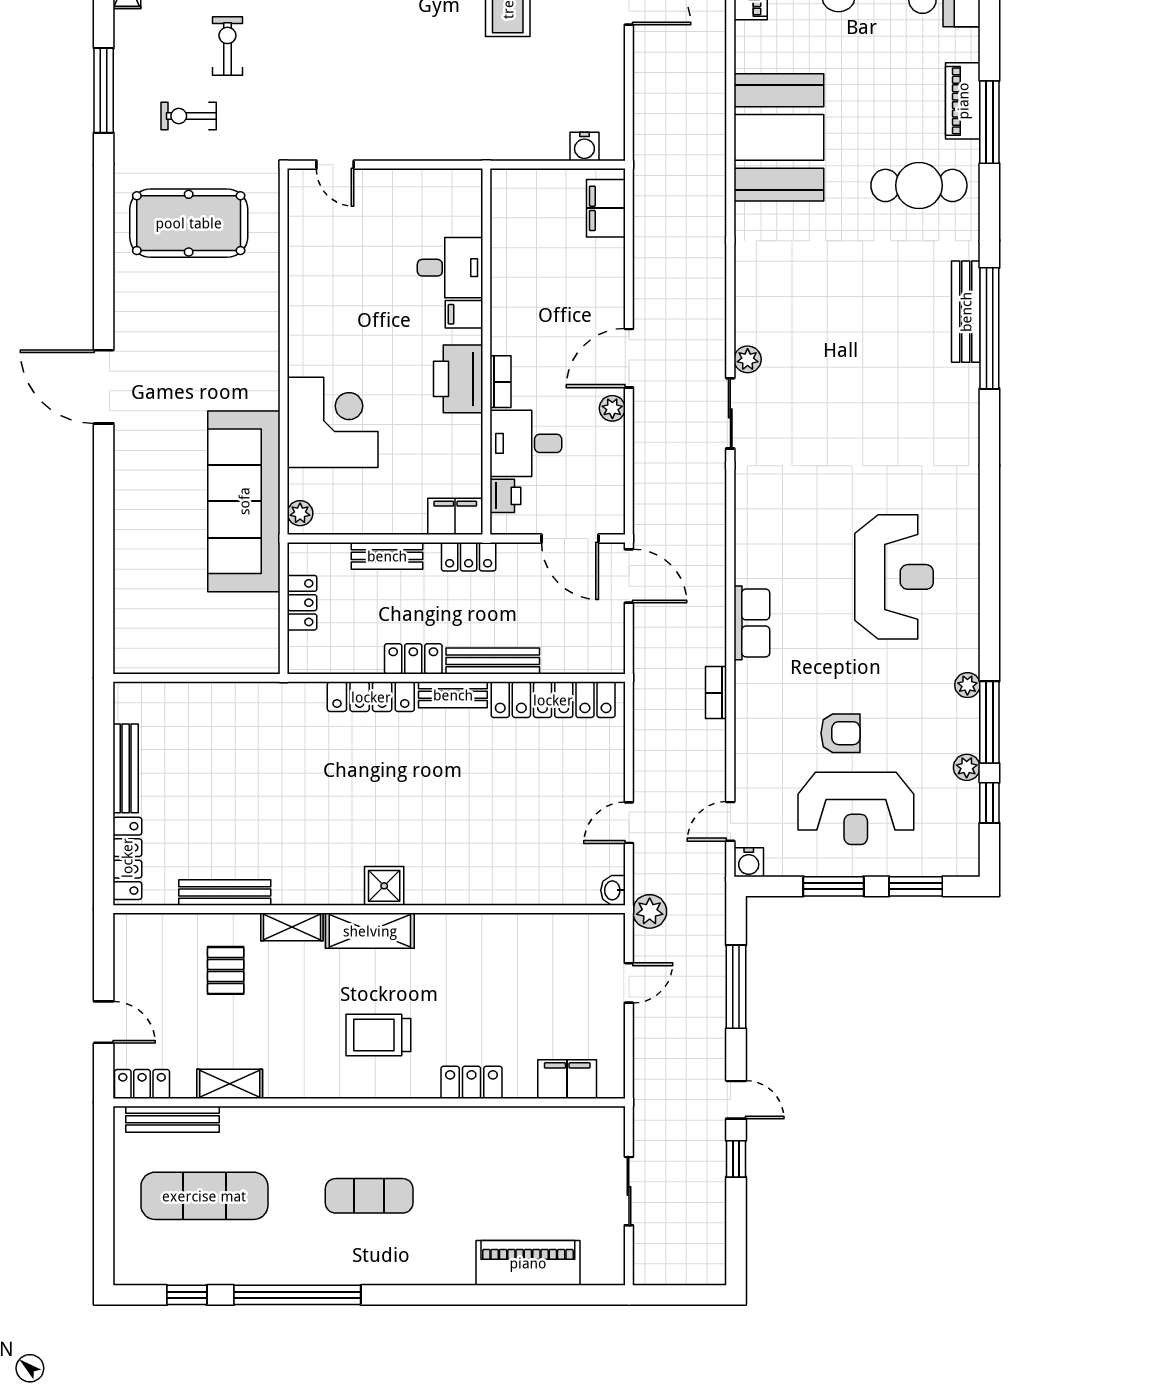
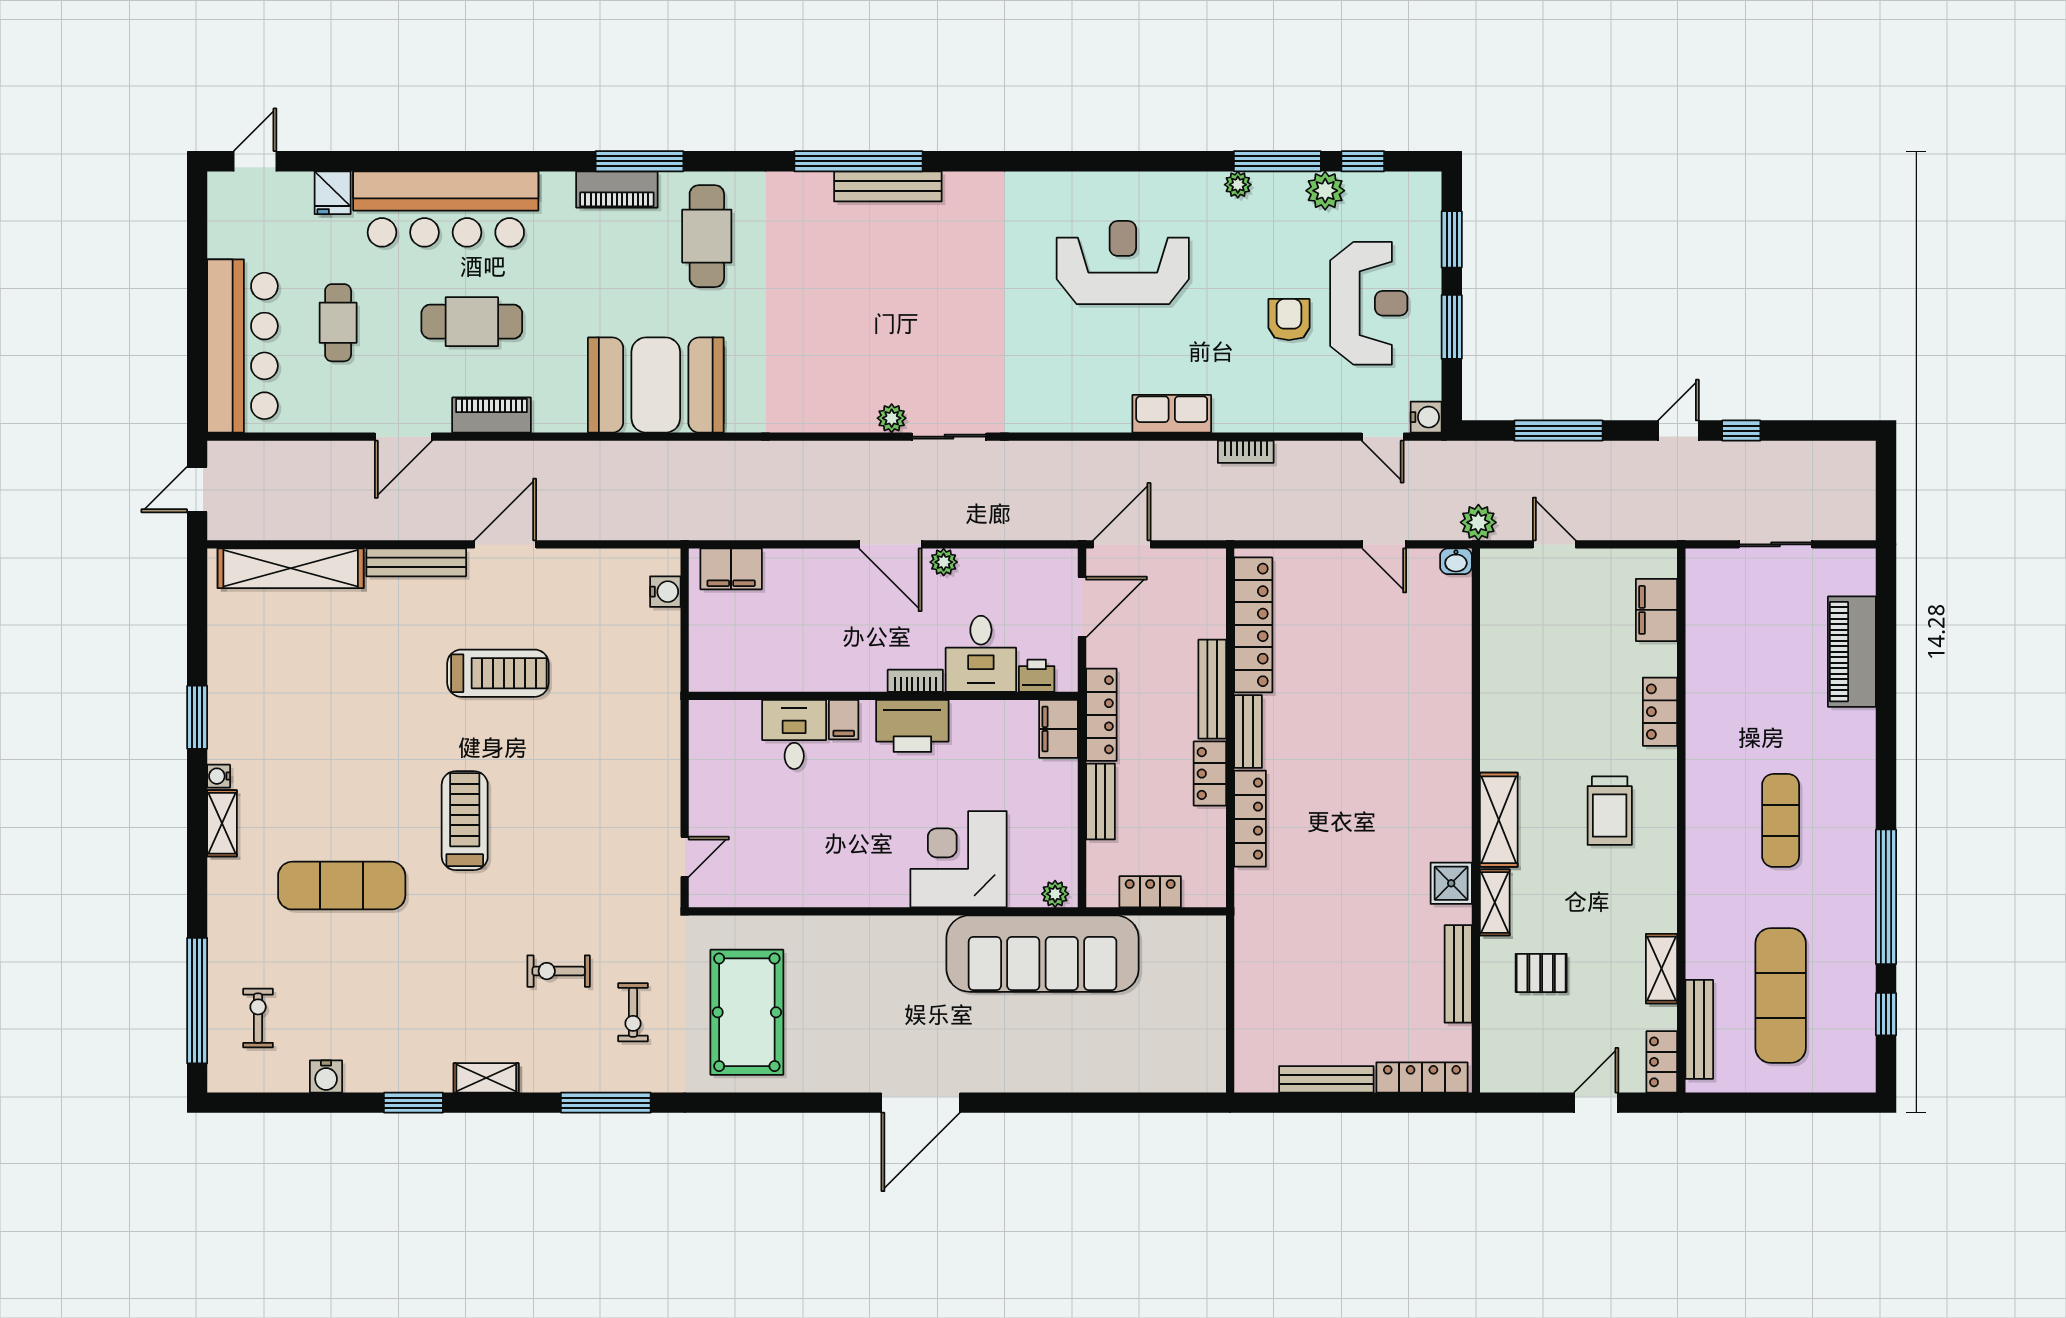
bench: (966, 312) -> (888, 186), moved
locker: (469, 557) -> (1101, 715), width x1.53
plant: (967, 767) -> (1325, 191), width x1.38, depth x1.38
shower: (384, 886) -> (1451, 883), moved

